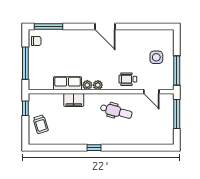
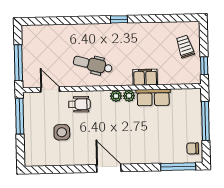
side table: (156, 57) -> (62, 132), moved

